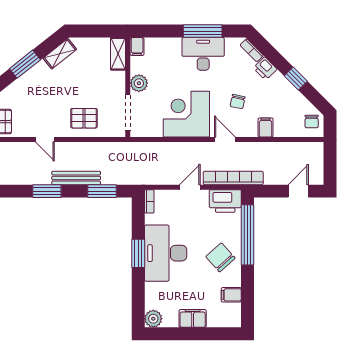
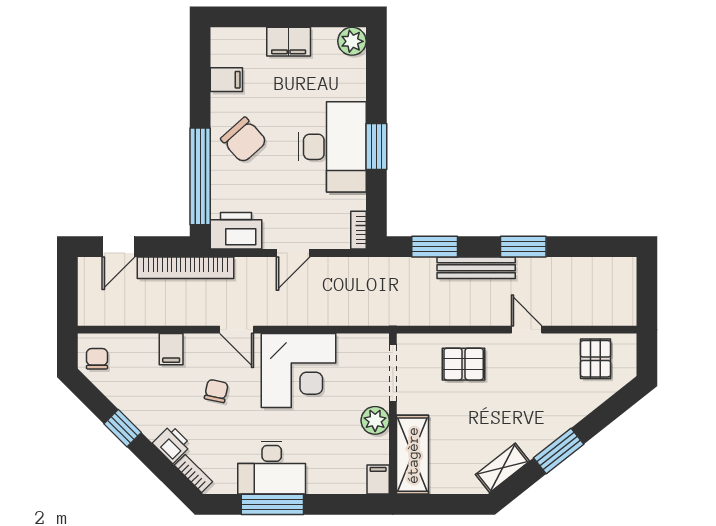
shelving: (118, 54) -> (413, 455), width x1.50, depth x1.33
bookcase: (233, 178) -> (185, 268), moved

